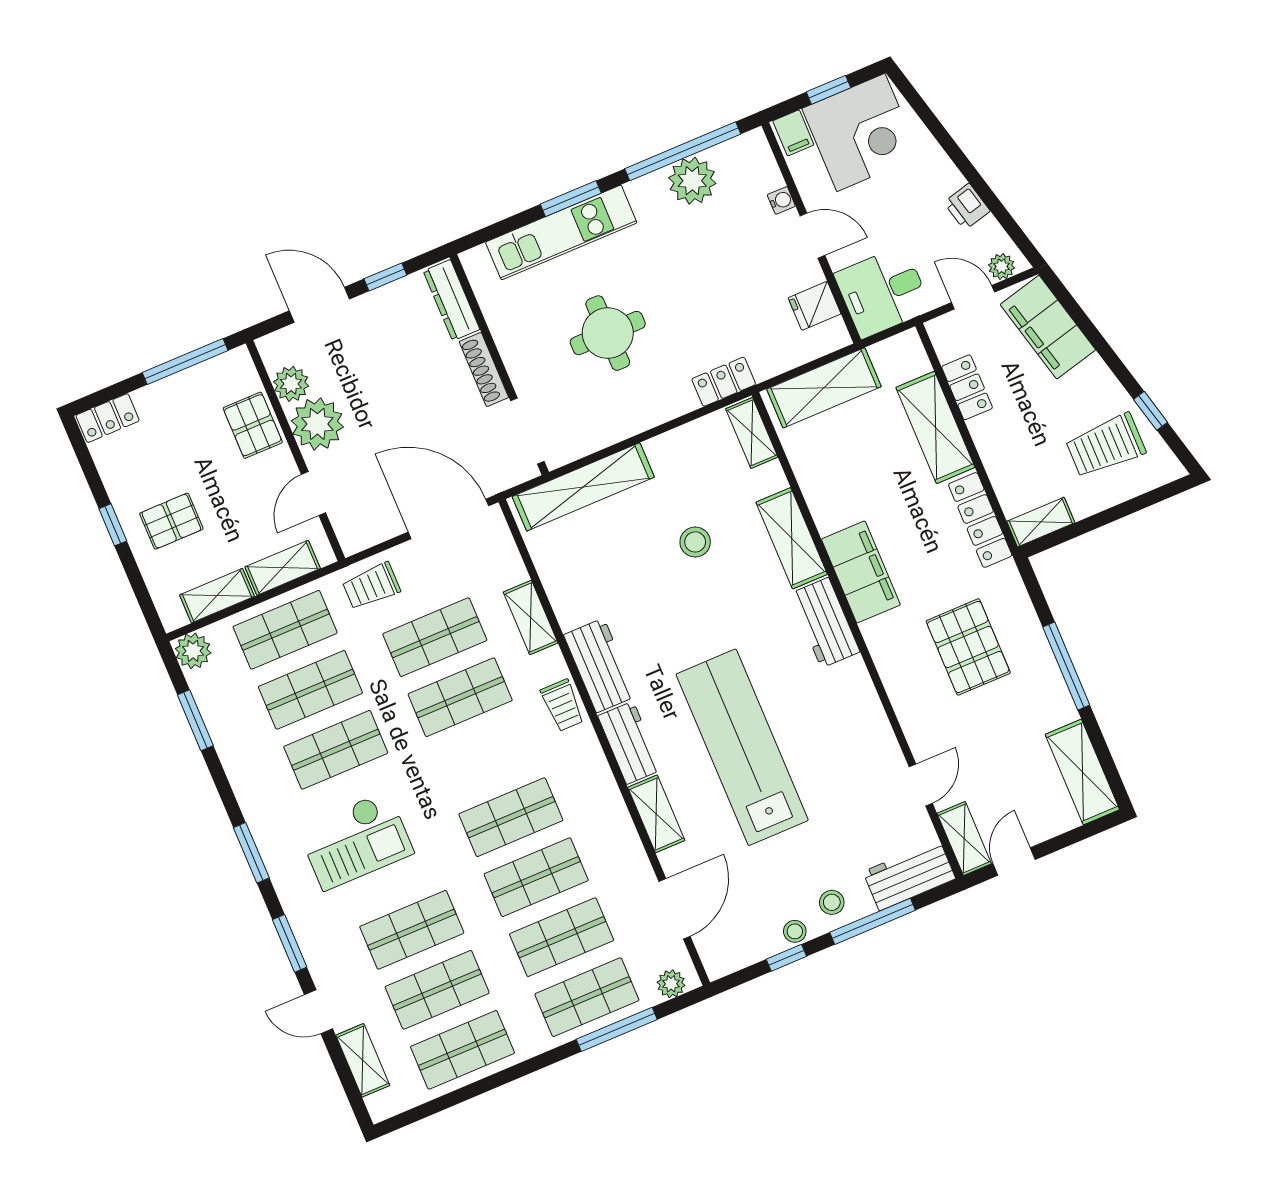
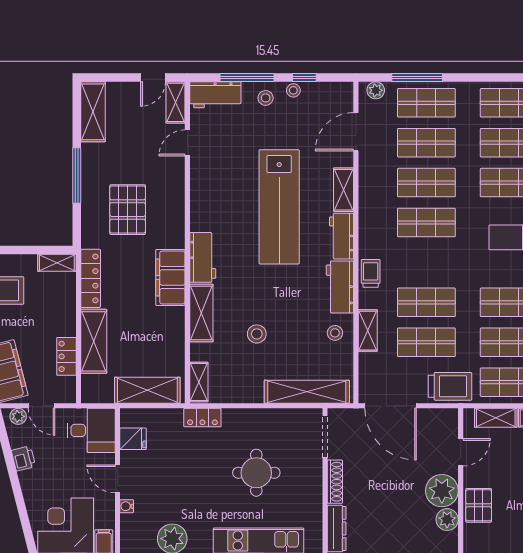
trolley: (371, 586) -> (450, 386), width x1.36, depth x1.39
stool: (578, 593) -> (335, 333), added

